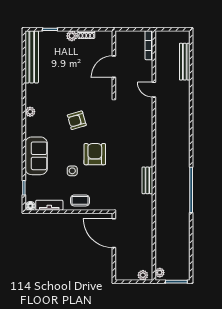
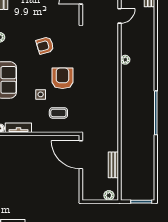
door: (154, 90) -> (119, 16), swing flipped
bench: (147, 180) -> (113, 165), moved
coffee table: (80, 200) -> (58, 113), moved
plant: (160, 273) -> (125, 60), moved

